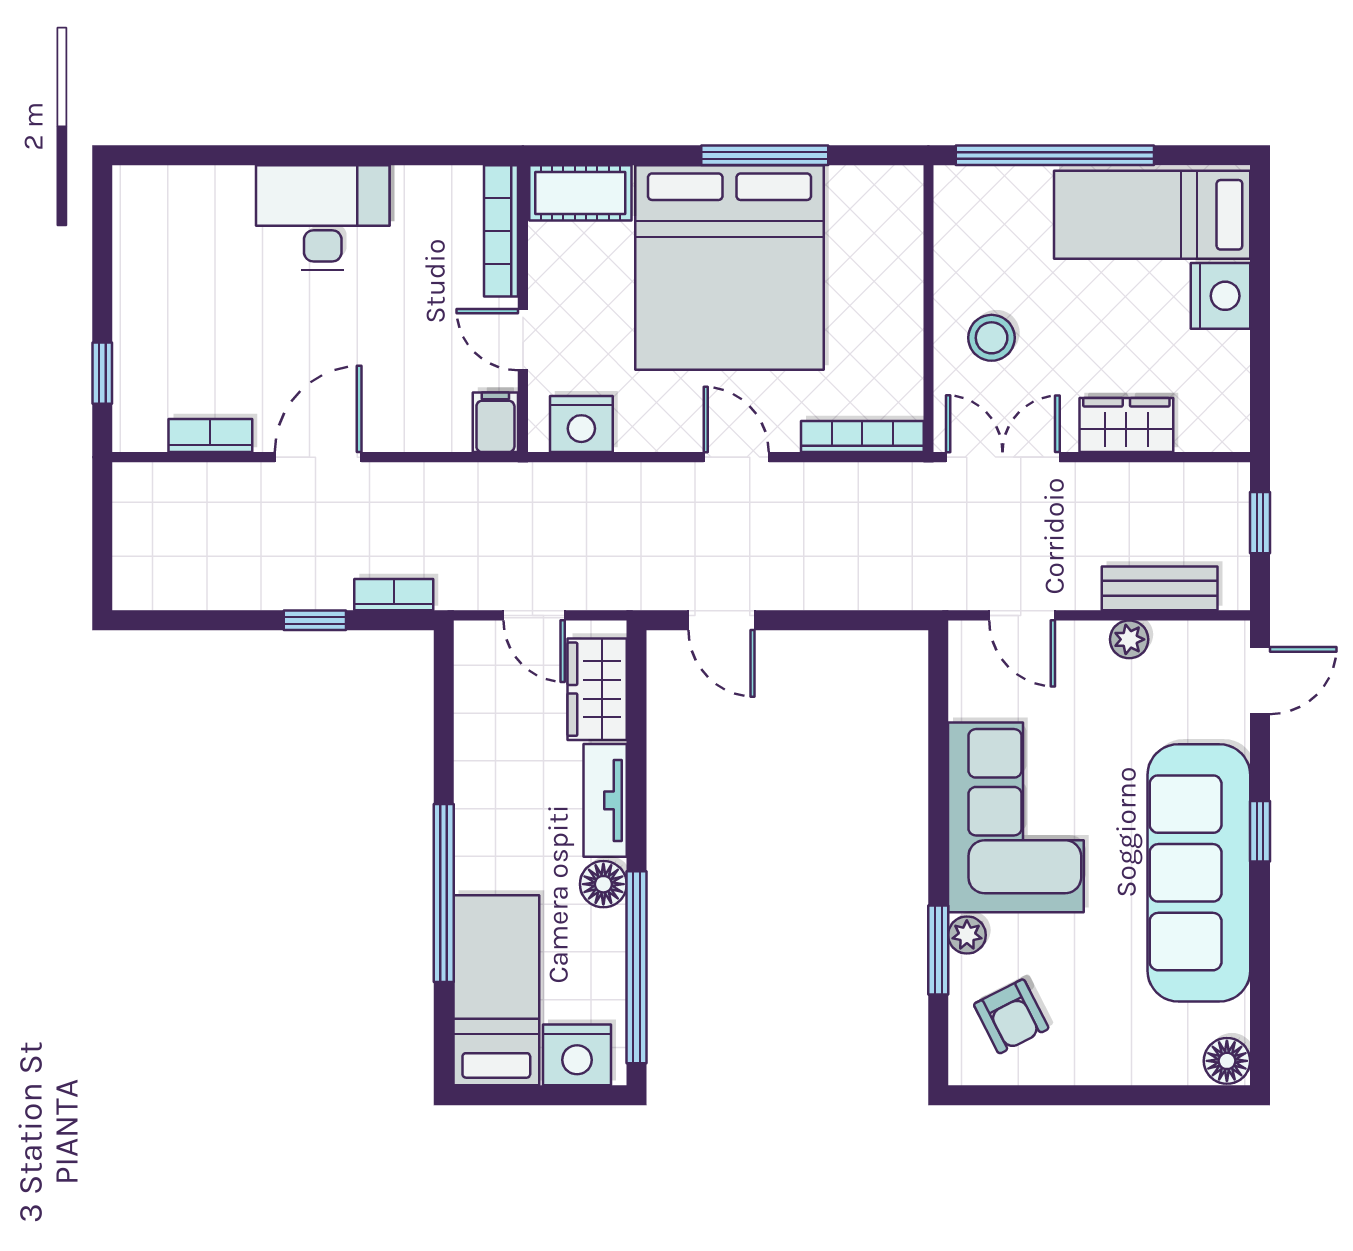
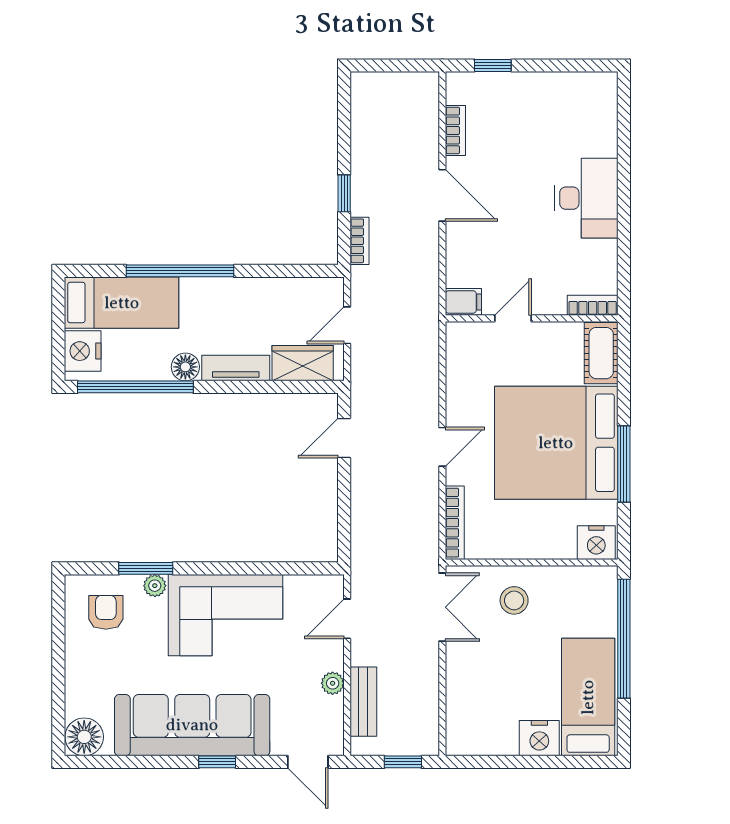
bookcase: (501, 231) -> (593, 305), width x0.64
nightstand: (581, 424) -> (596, 543), moved, turned -90
wardrobe: (1126, 425) -> (462, 682), removed
armchair: (1011, 1016) -> (106, 612), turned 117
floor lamp: (1227, 1061) -> (84, 737), width x1.38, depth x1.38

